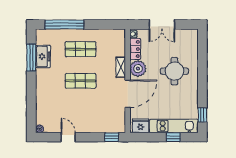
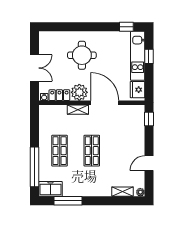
freezer: (43, 56) -> (50, 189), moved
shelving: (40, 111) -> (123, 192), added

